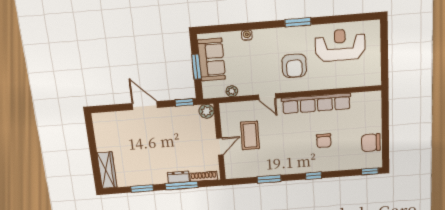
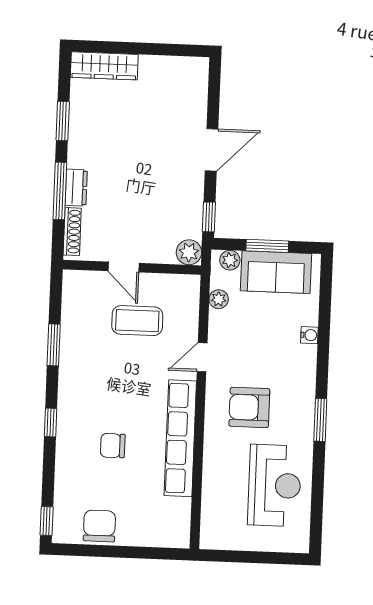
plant: (208, 87) -> (230, 260), added

